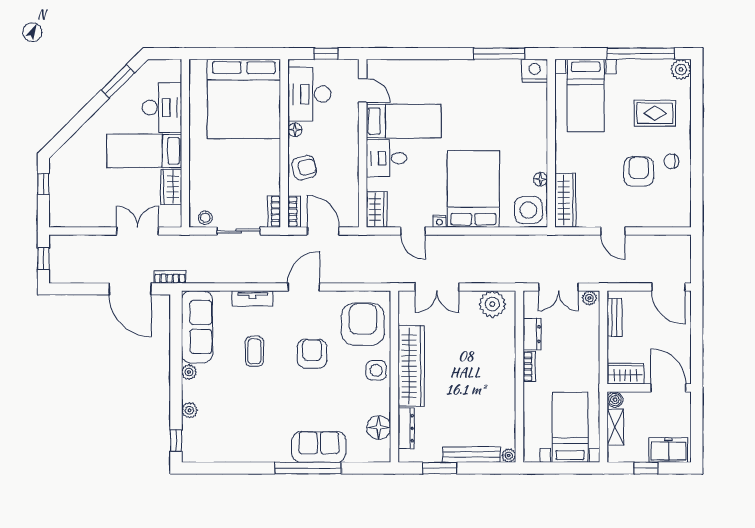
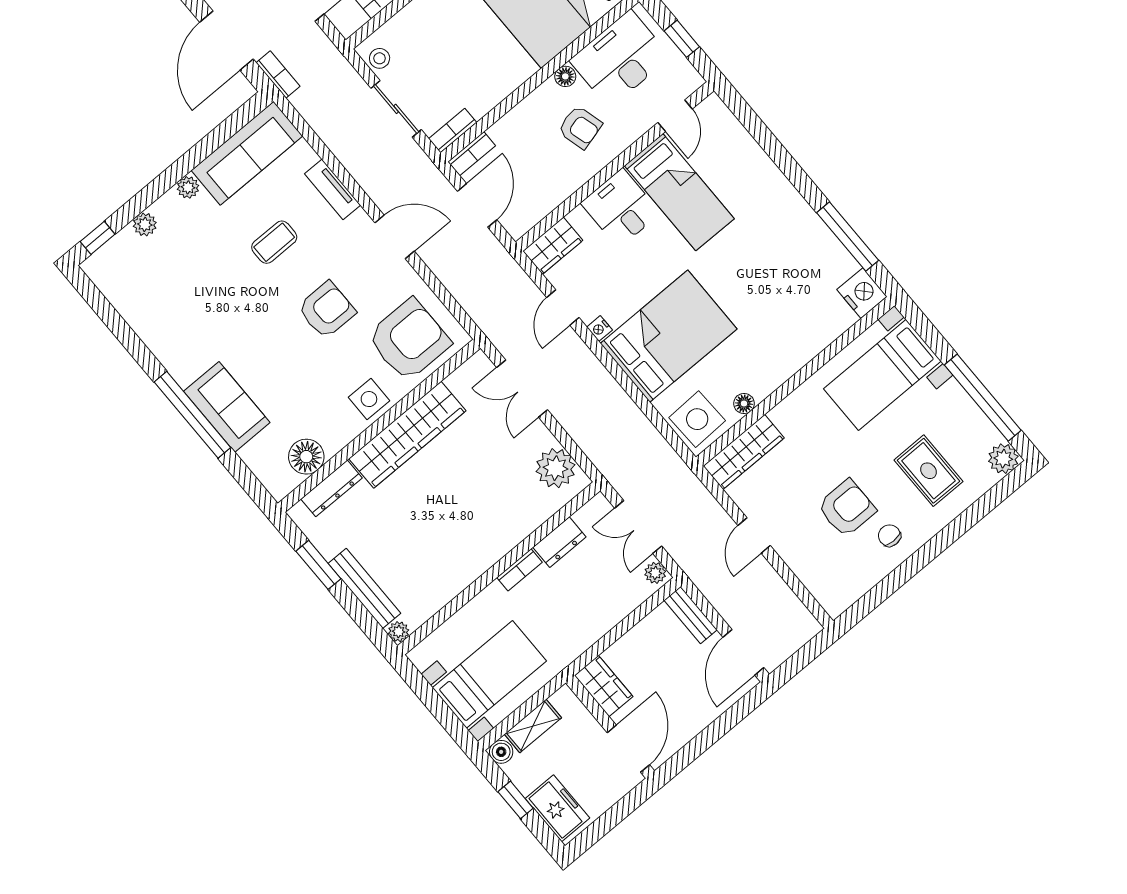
armchair: (304, 168) -> (580, 127), moved
bench: (614, 317) -> (691, 615), moved, turned 90
boiler: (615, 400) -> (501, 752), moved

